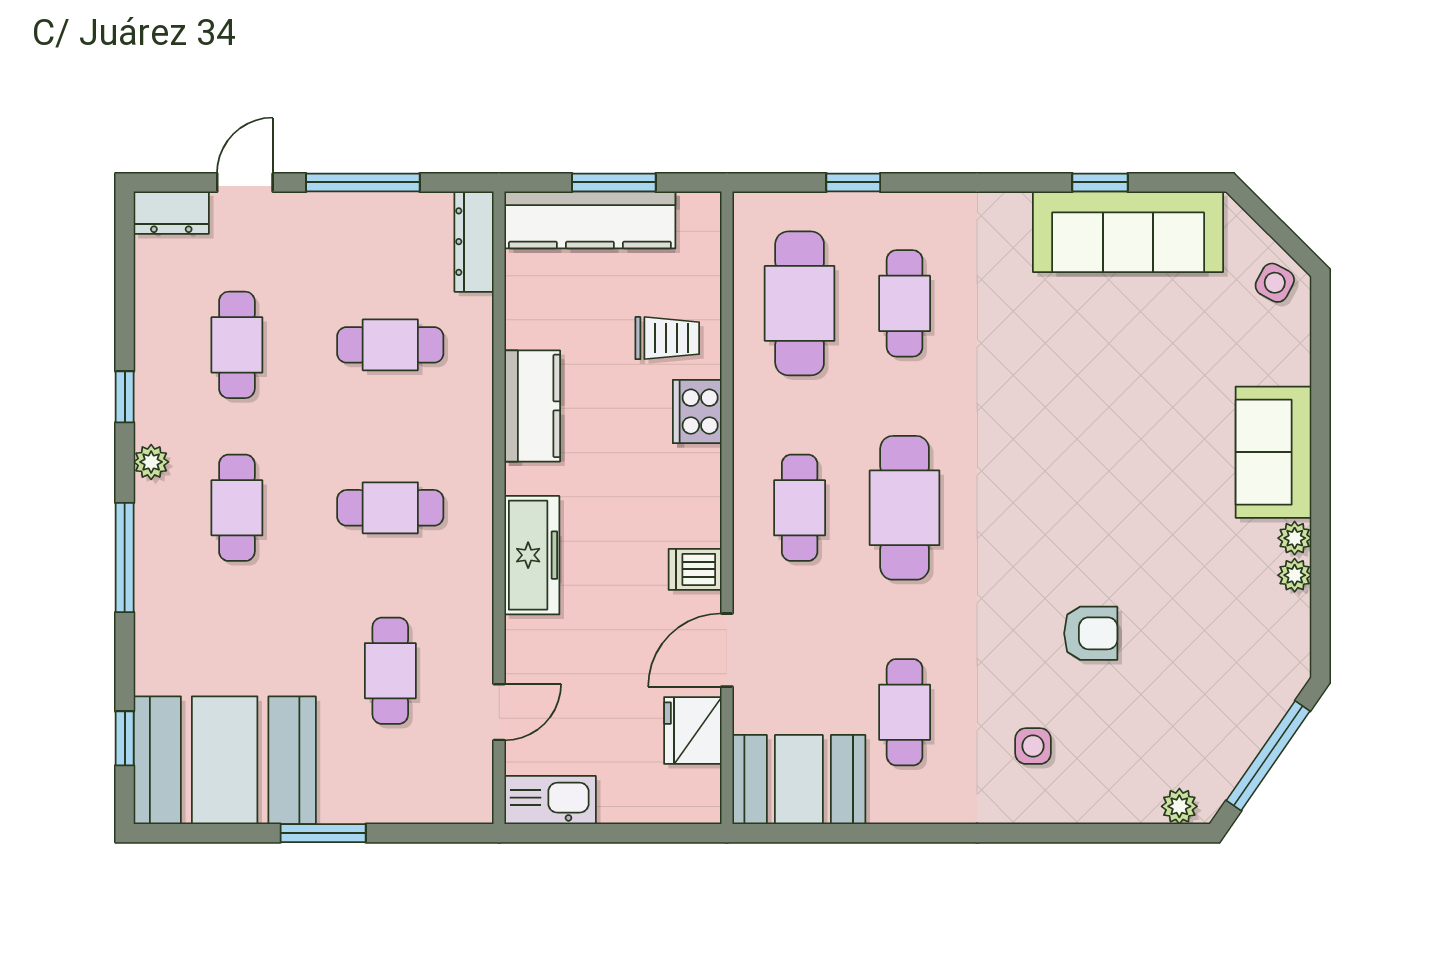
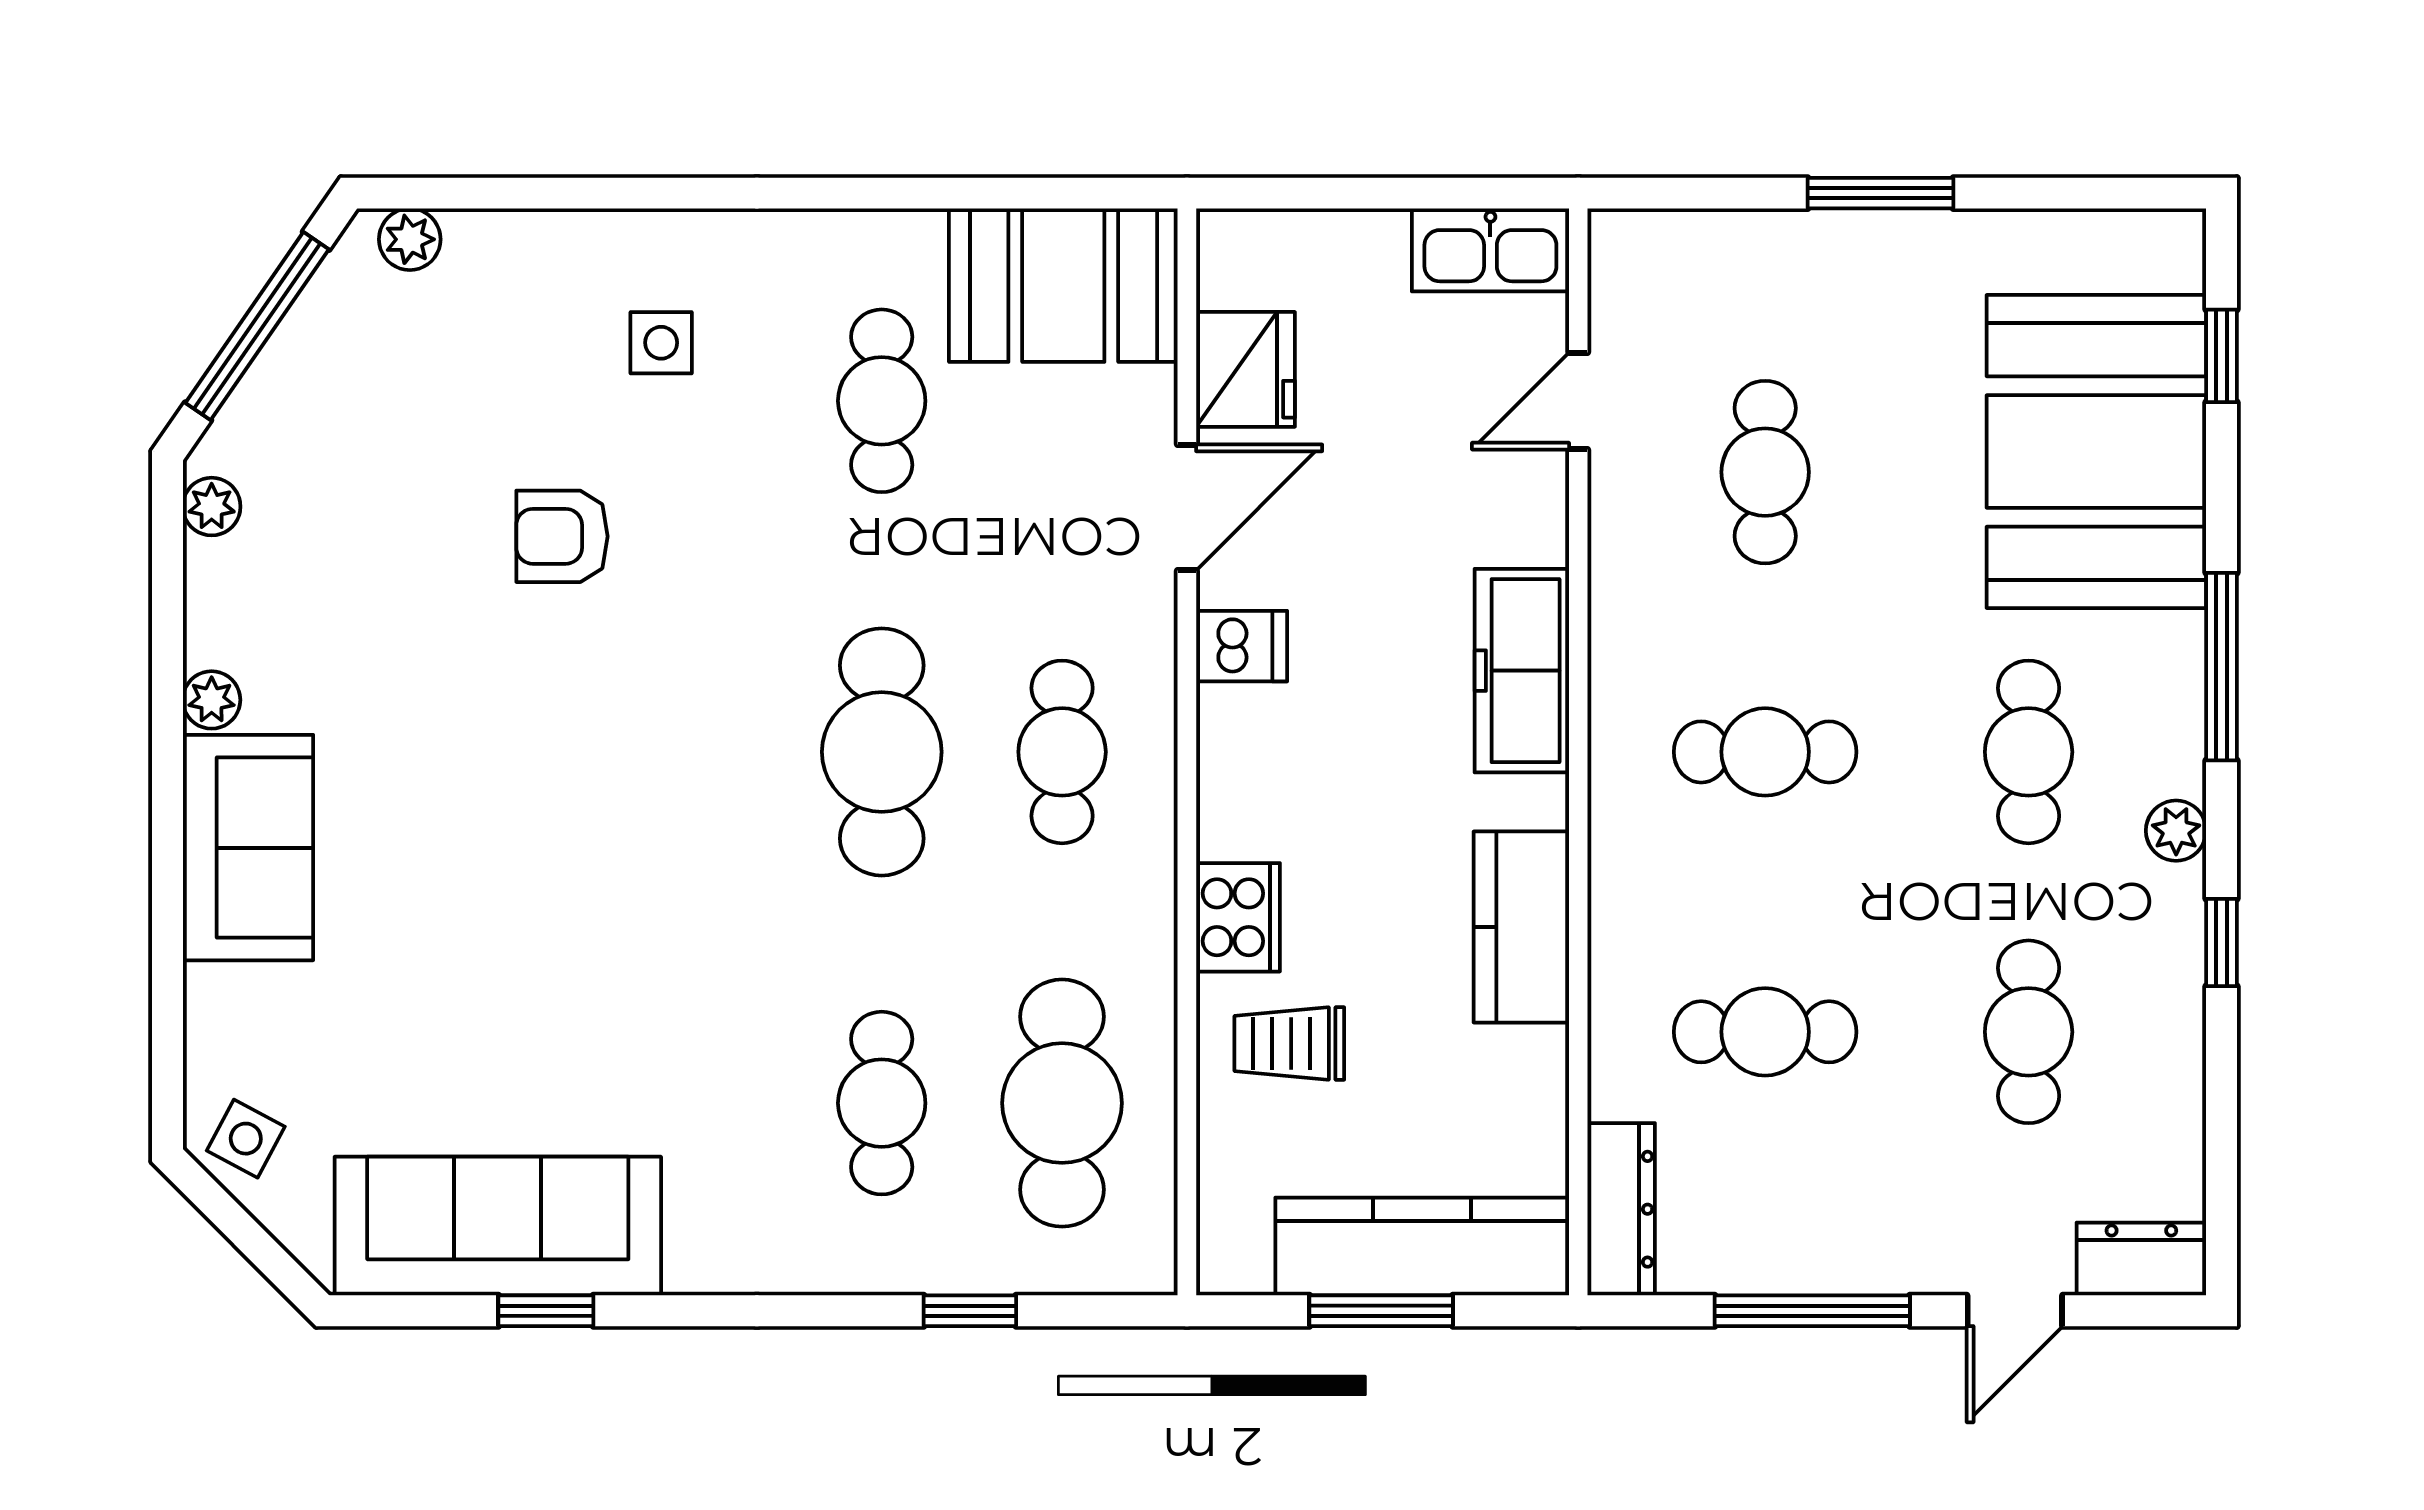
plant: (1295, 575) -> (212, 507), moved
booth: (225, 760) -> (2096, 452), moved, turned 90

